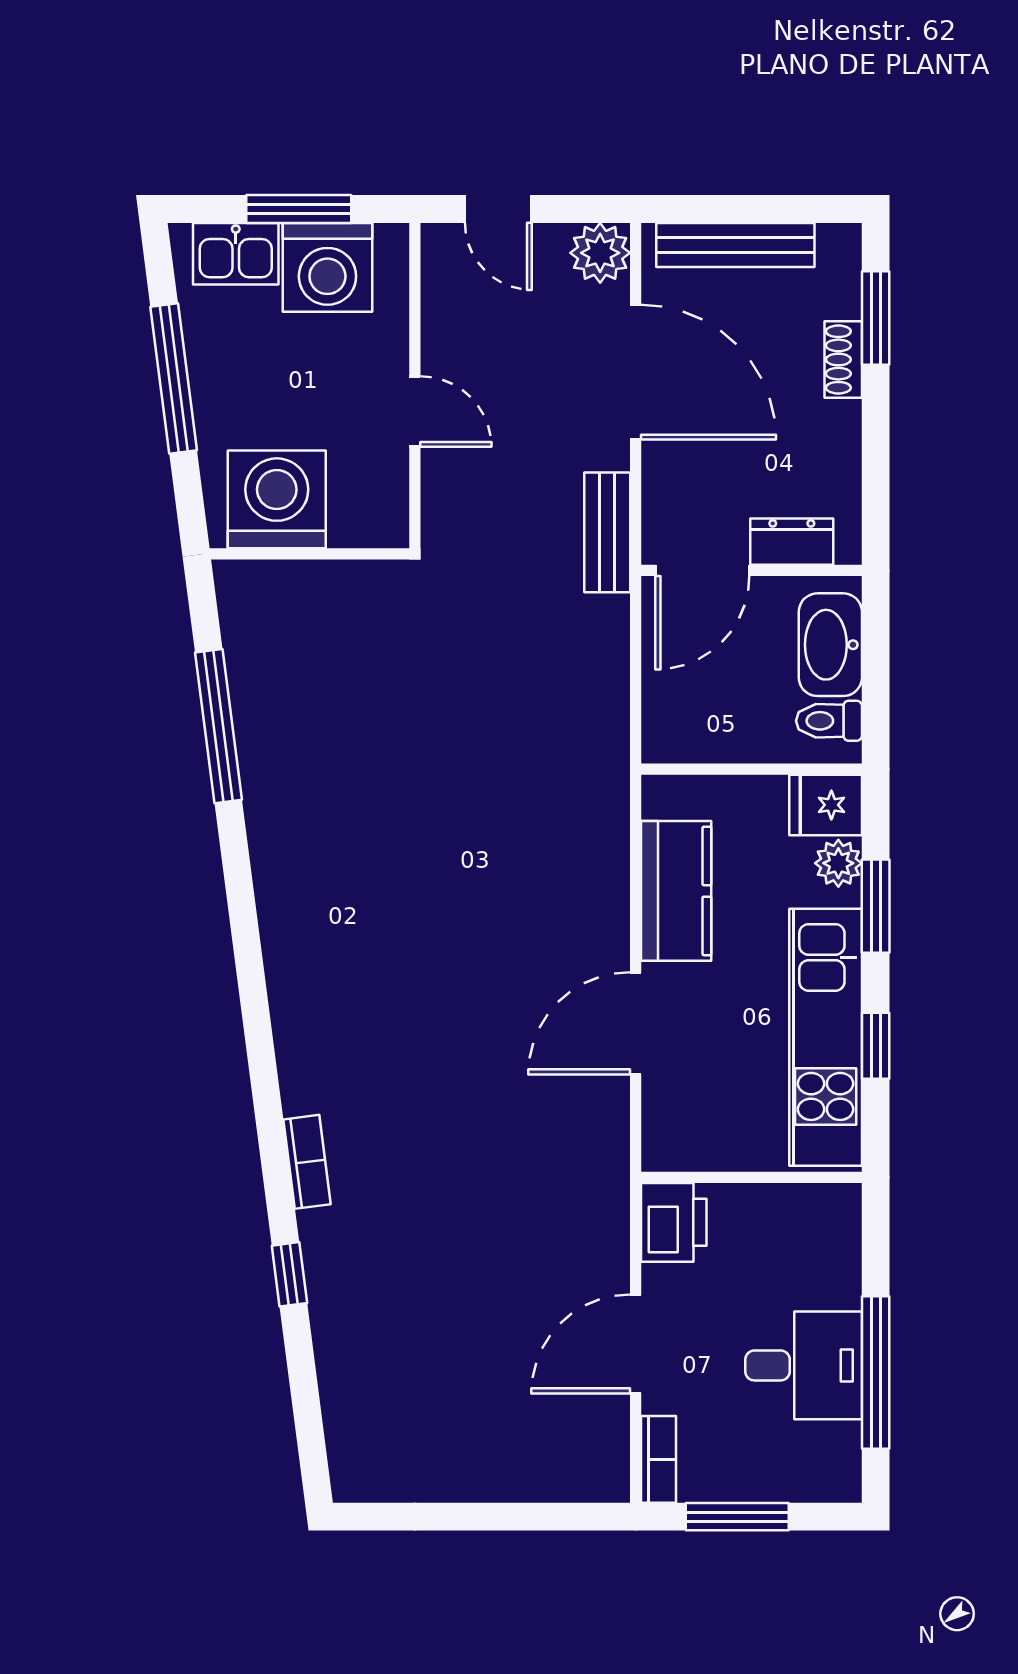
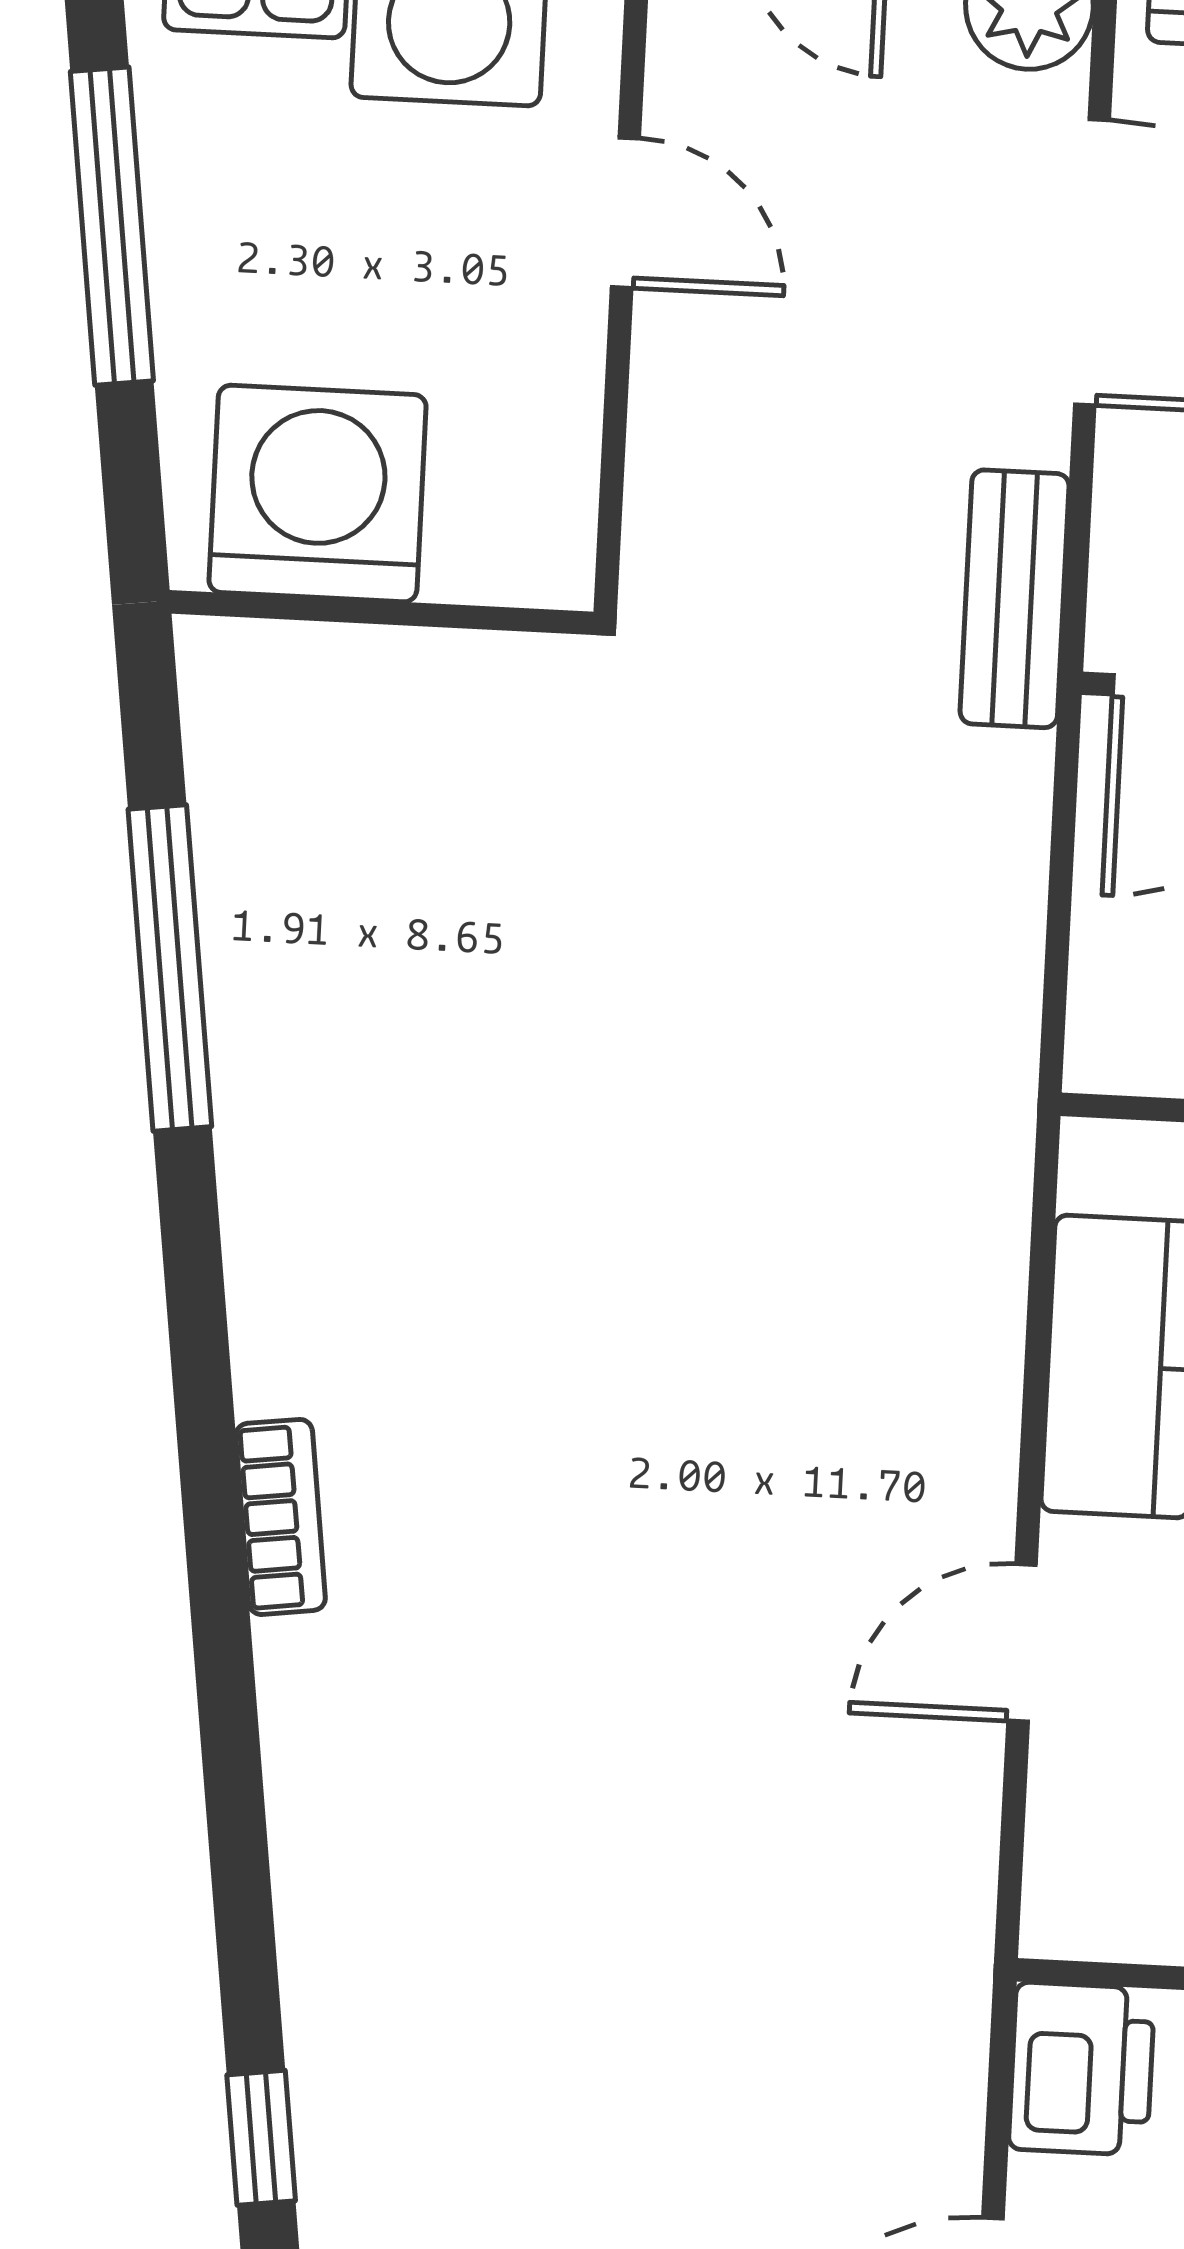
door: (415, 412) -> (625, 213), moved
door: (636, 1023) -> (1022, 1643), width x0.73
bookcase: (307, 1162) -> (280, 1517), moved

